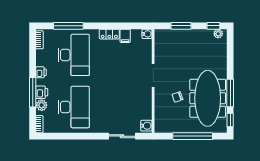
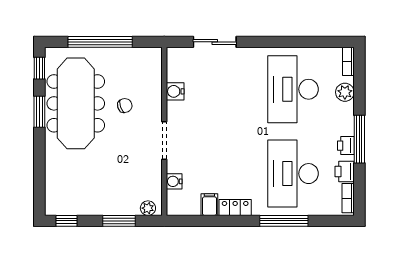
window: (68, 26) -> (284, 221), moved
water cooler: (147, 34) -> (174, 181), moved
plant: (218, 34) -> (148, 208), moved
window: (33, 92) -> (359, 139), moved
printer: (42, 92) -> (345, 172), moved
window: (230, 93) -> (39, 112), width x0.69
water cooler: (146, 126) -> (175, 91), moved

